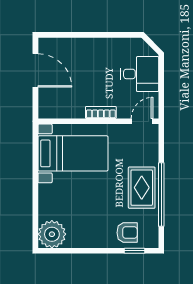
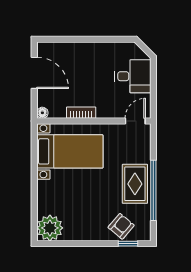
bookcase: (101, 112) -> (81, 113), moved
floor lamp: (44, 113) -> (42, 113), added
armchair: (127, 233) -> (121, 226), turned -50

